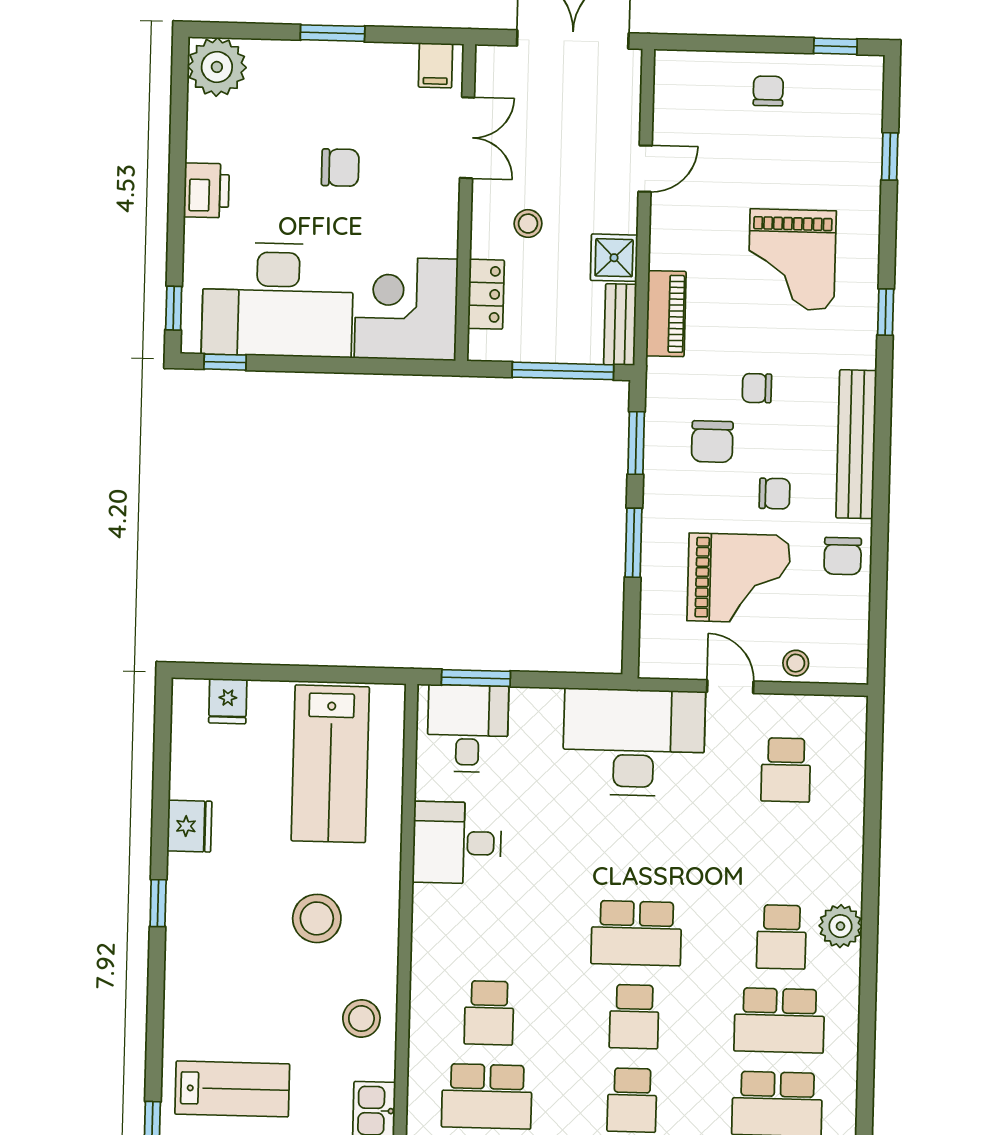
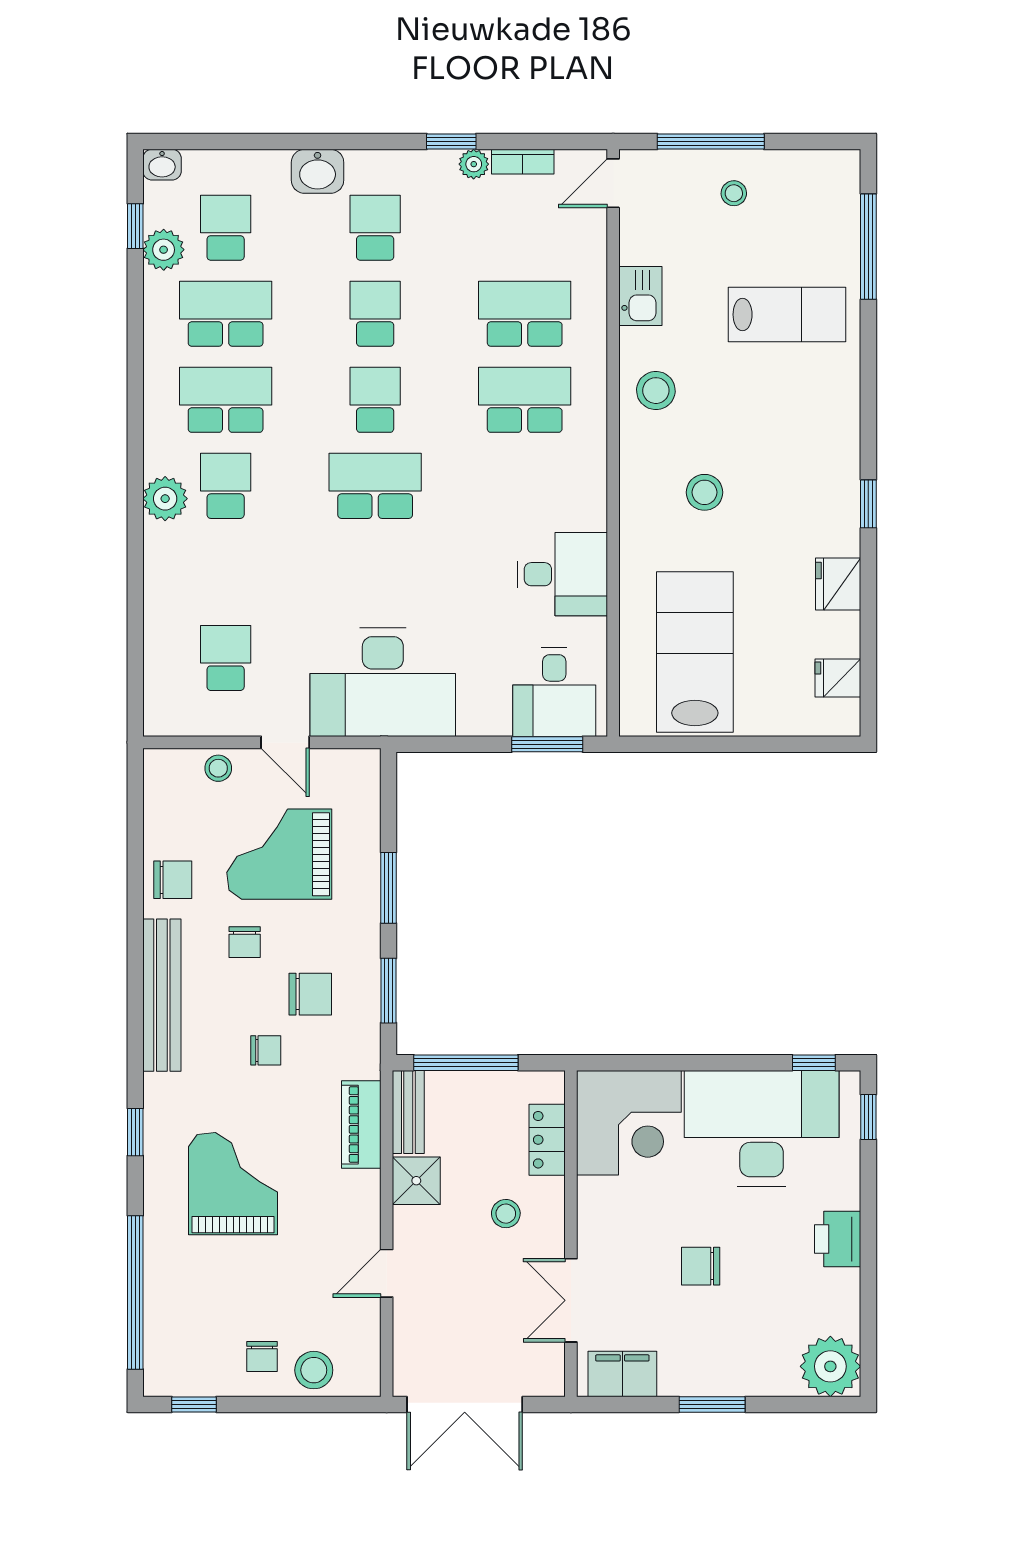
filing cabinet: (436, 65) -> (622, 1374), width x2.00
stool: (718, 77) -> (314, 1370), added
window: (890, 156) -> (135, 1292), width x3.17
chair: (712, 442) -> (310, 994), turned 90
chair: (775, 494) -> (245, 942), turned -90
chair: (843, 556) -> (173, 880), turned 90
fridge: (228, 701) -> (838, 678), moved, turned -90
stool: (317, 918) -> (704, 492), width x0.73, depth x0.73
school desk: (489, 1013) -> (525, 400), width x1.85
lab bench: (232, 1089) -> (787, 315), turned 180

